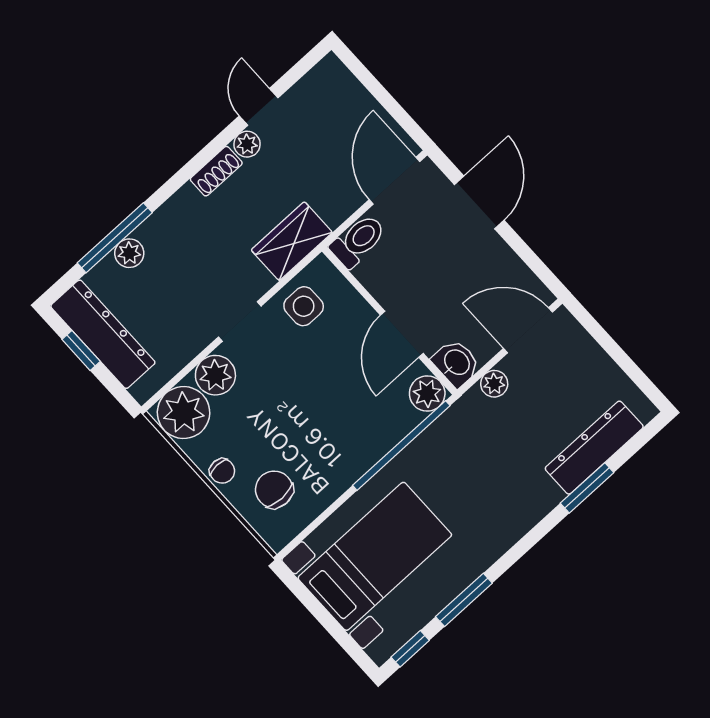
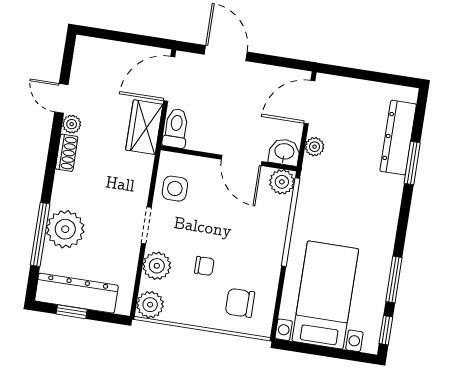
door: (395, 181) -> (169, 79), hinge flipped
wardrobe: (292, 241) -> (144, 127), moved
plant: (129, 253) -> (65, 229), width x1.88, depth x1.88
plant: (184, 413) -> (150, 305), width x0.73, depth x0.73
chair: (222, 471) -> (204, 266), moved

